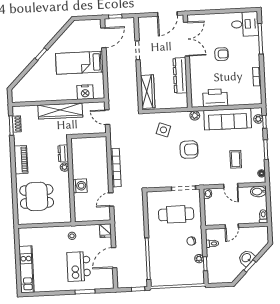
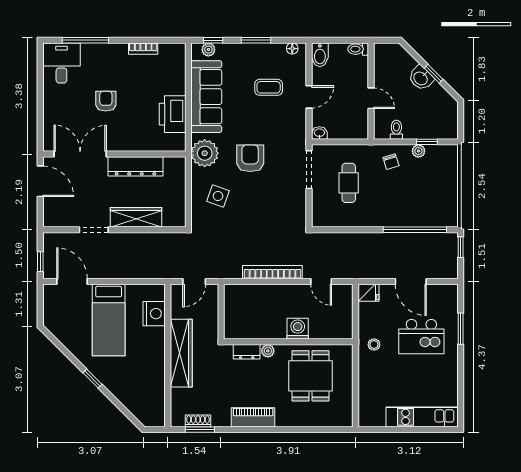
wardrobe: (148, 92) -> (136, 217), moved
plant: (195, 115) -> (205, 153), width x1.87, depth x1.87
dining table: (37, 196) -> (311, 376), moved
cafe table: (176, 214) -> (349, 183), width x0.73, depth x0.74

